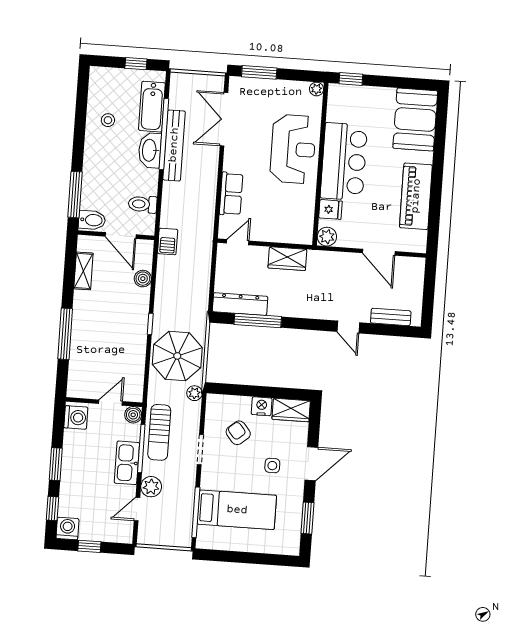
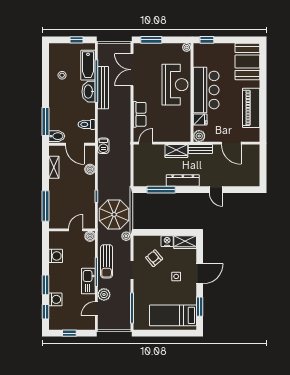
dresser: (240, 304) -> (183, 180), moved
bench: (391, 317) -> (200, 149), moved
wall: (104, 402) -> (72, 230), moved
door: (111, 403) -> (76, 230), moved
boiler: (133, 415) -> (90, 236), moved
bed: (237, 510) -> (173, 315), moved, turned 180
washing machine: (67, 528) -> (55, 299), moved, turned 90

